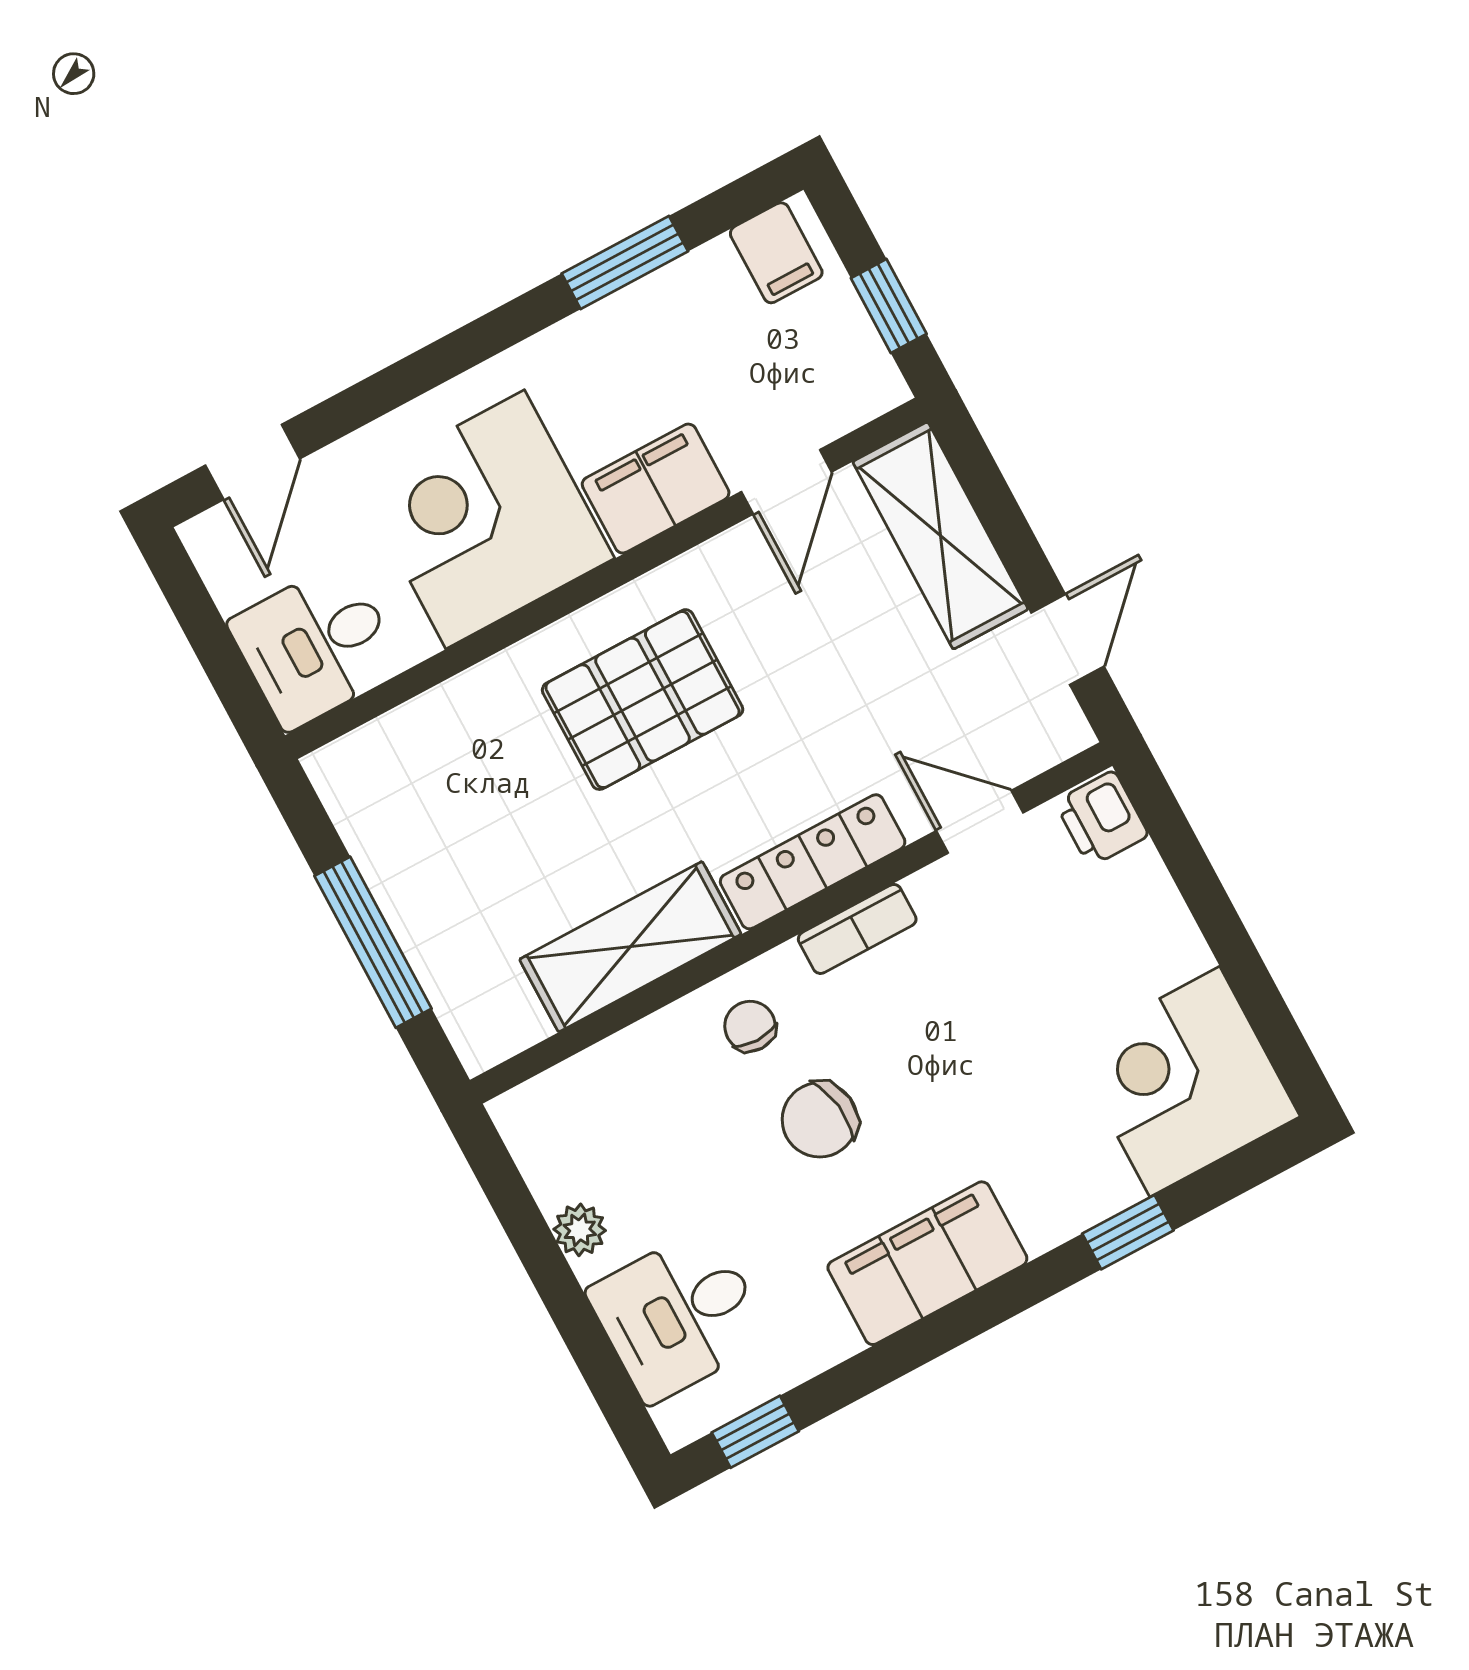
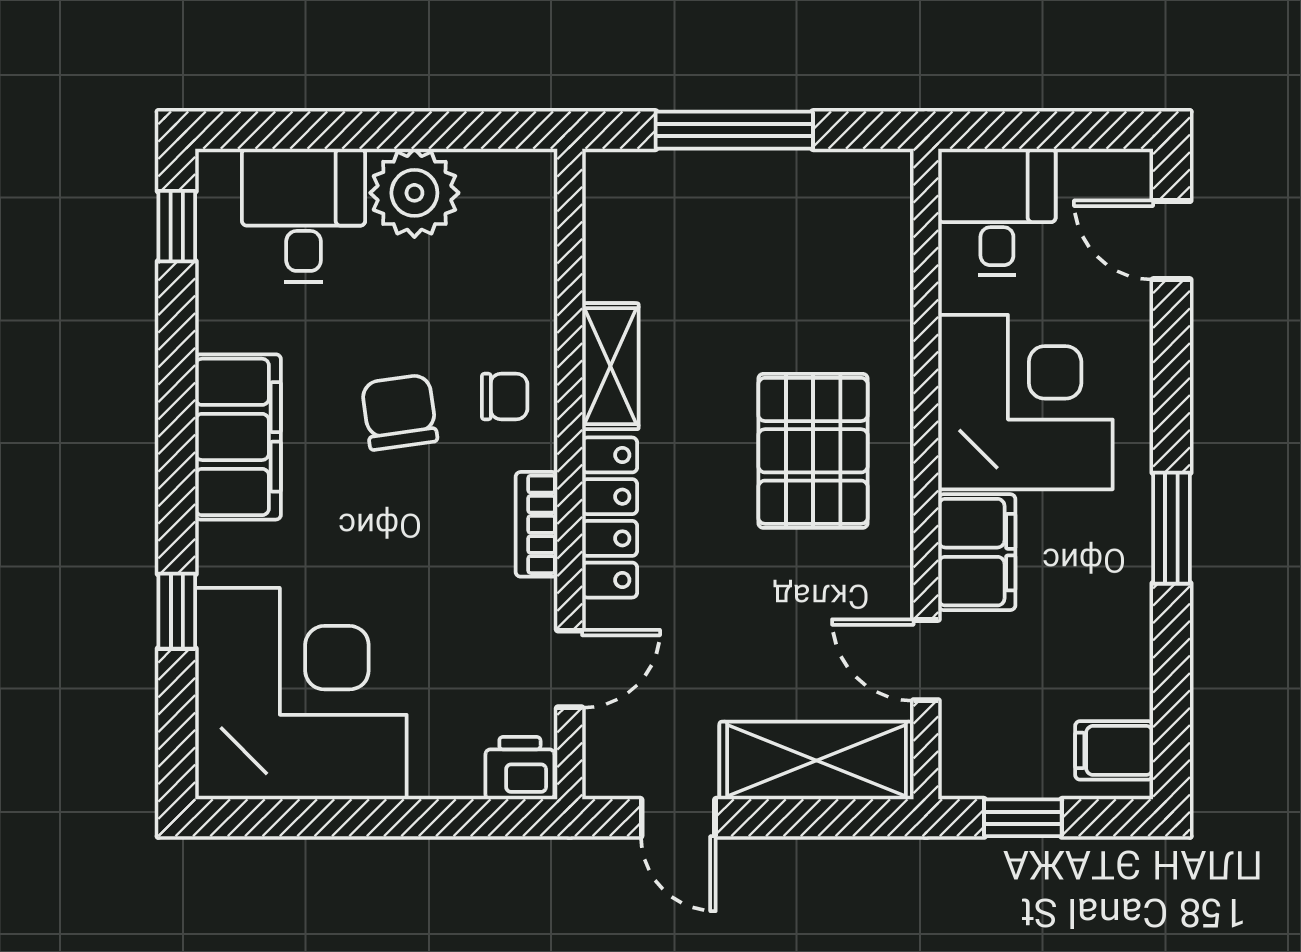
window: (625, 262) -> (1172, 528), moved
shelving: (630, 947) -> (610, 366), width x0.67, depth x0.75
corner desk: (1185, 1082) -> (301, 694), width x1.36, depth x1.36
plant: (580, 1230) -> (414, 193), width x1.87, depth x1.87

